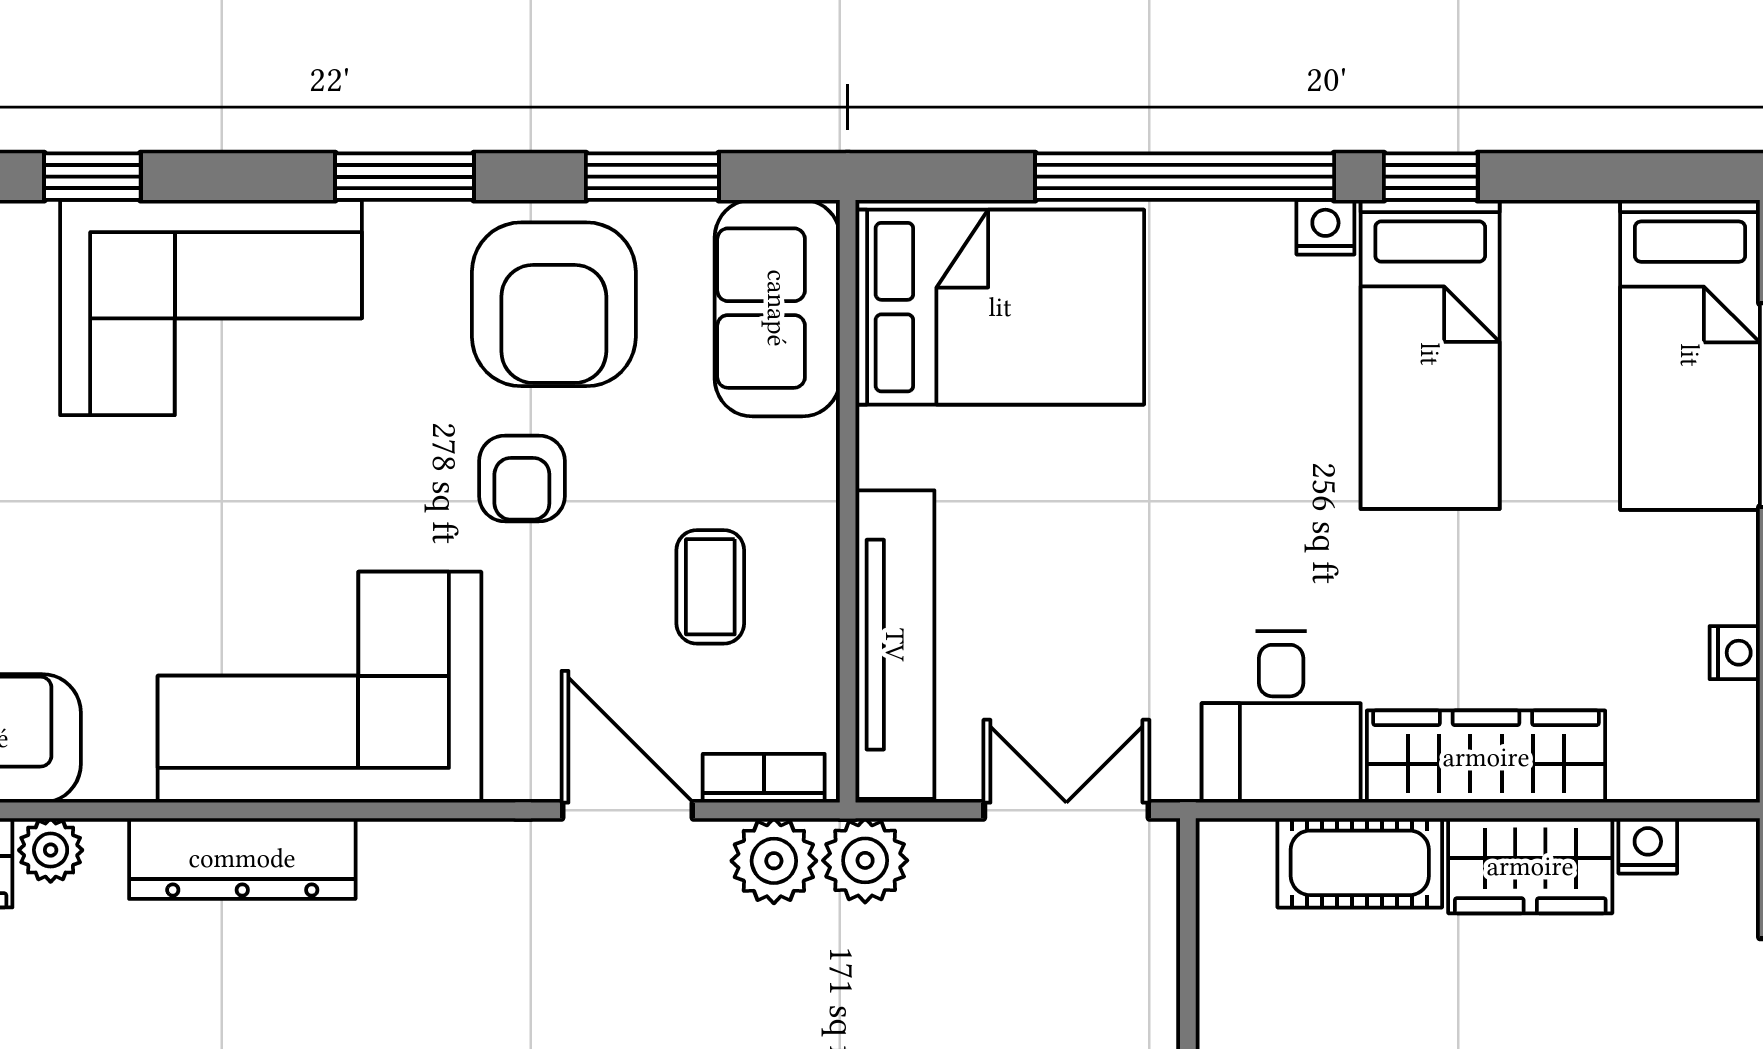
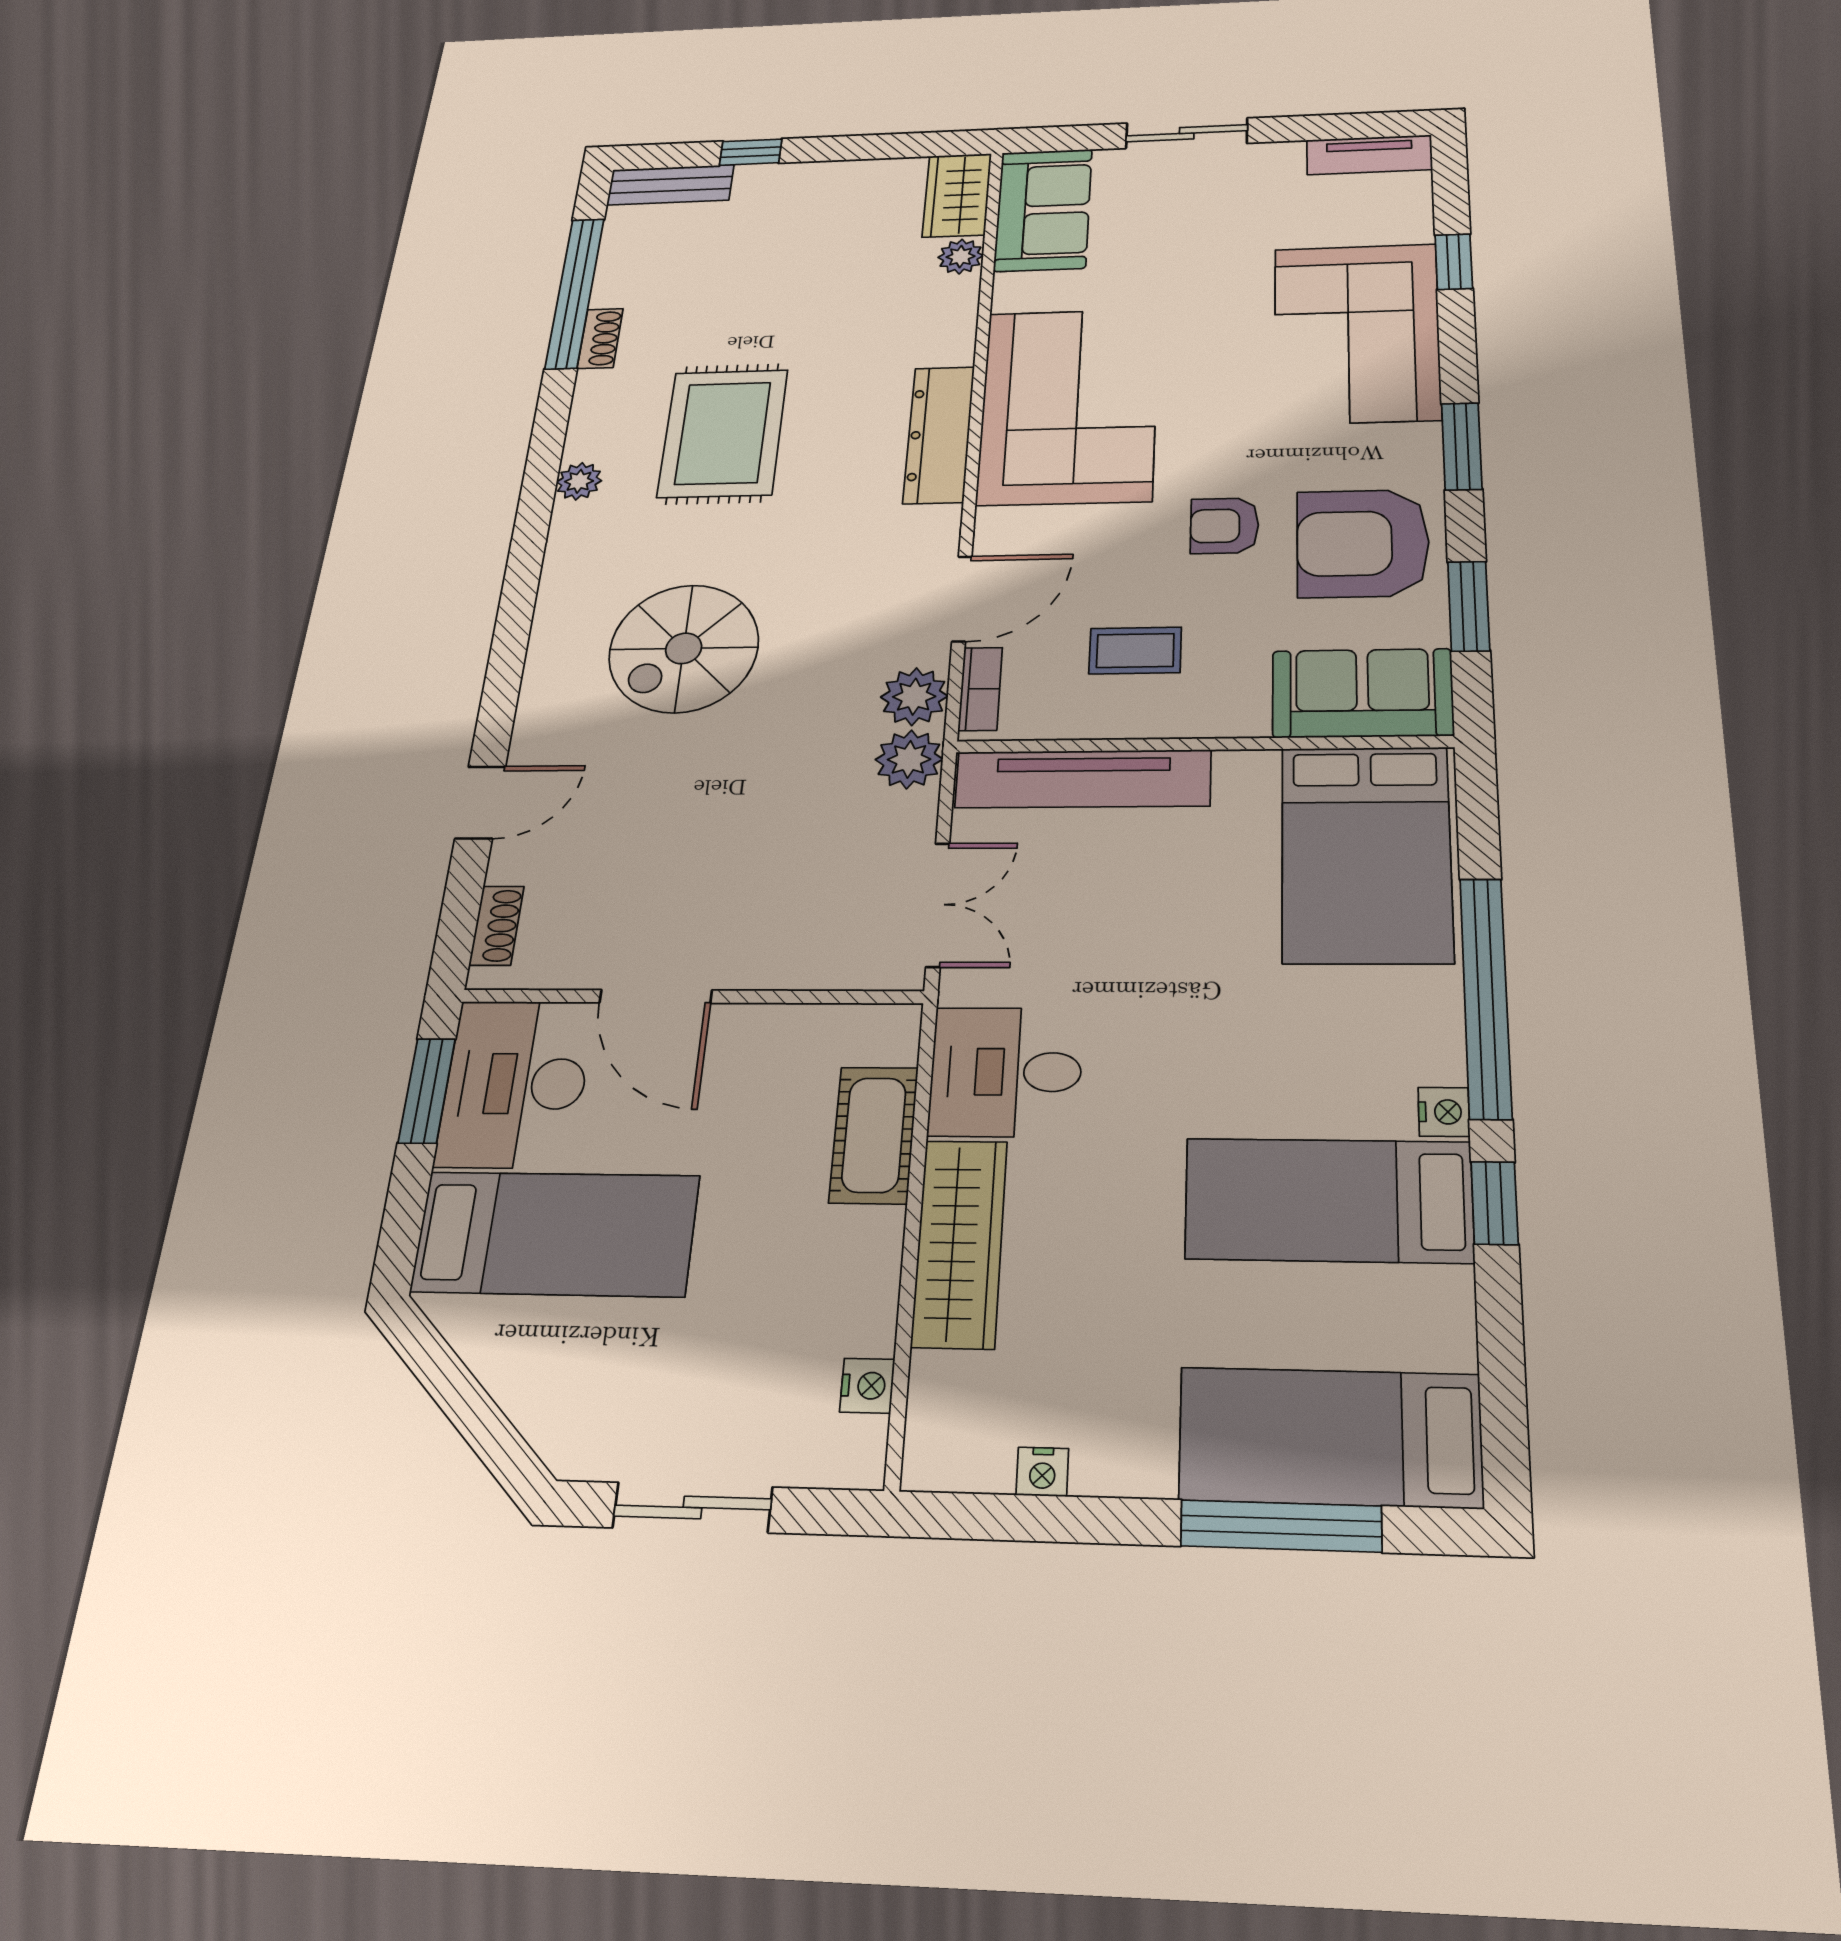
dresser: (242, 858) -> (939, 435), moved
wardrobe: (1530, 866) -> (858, 1280), removed

